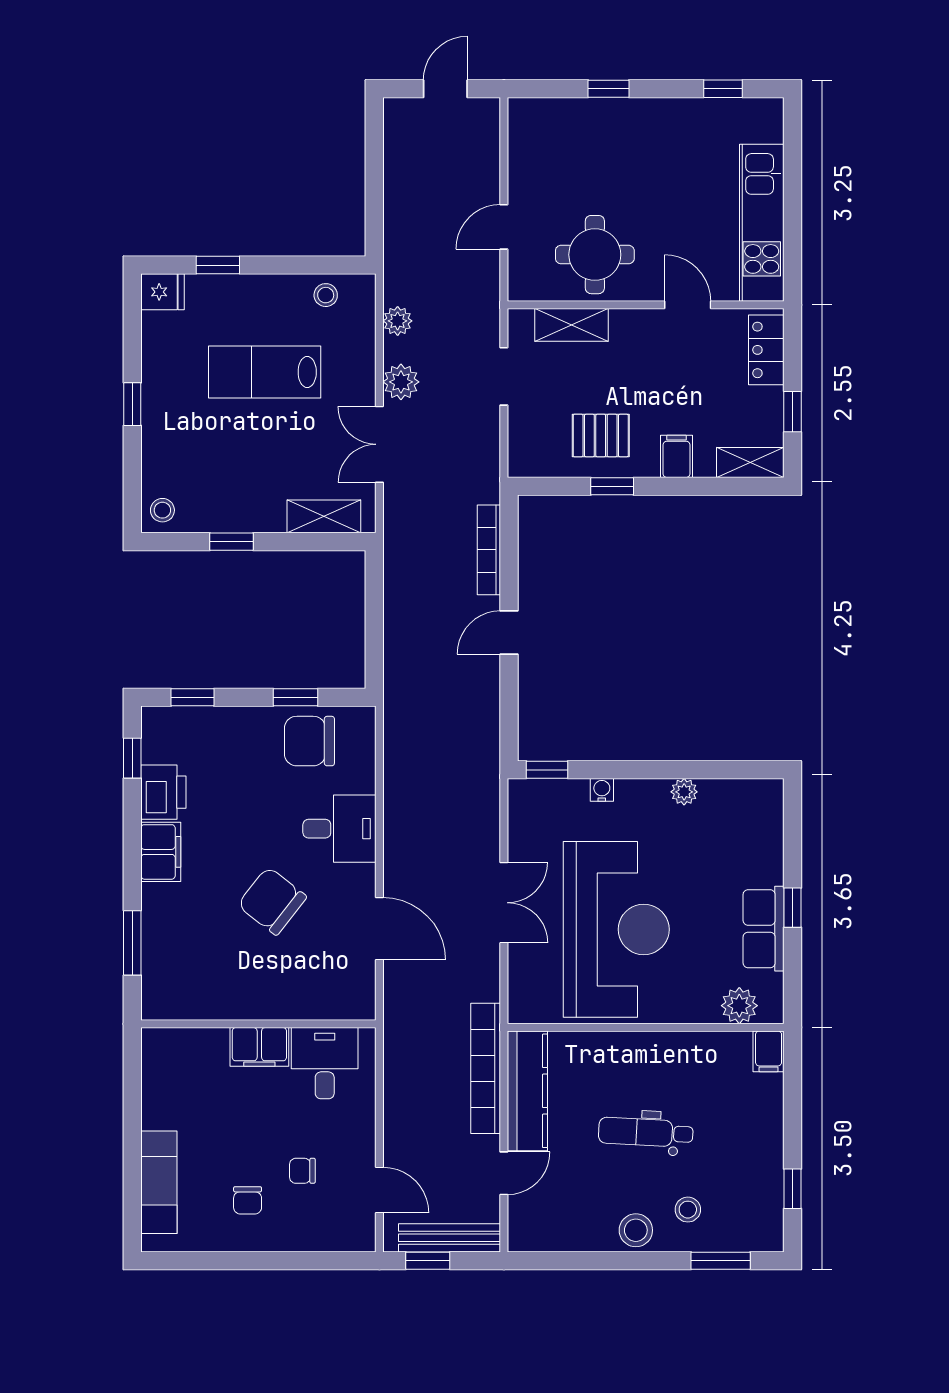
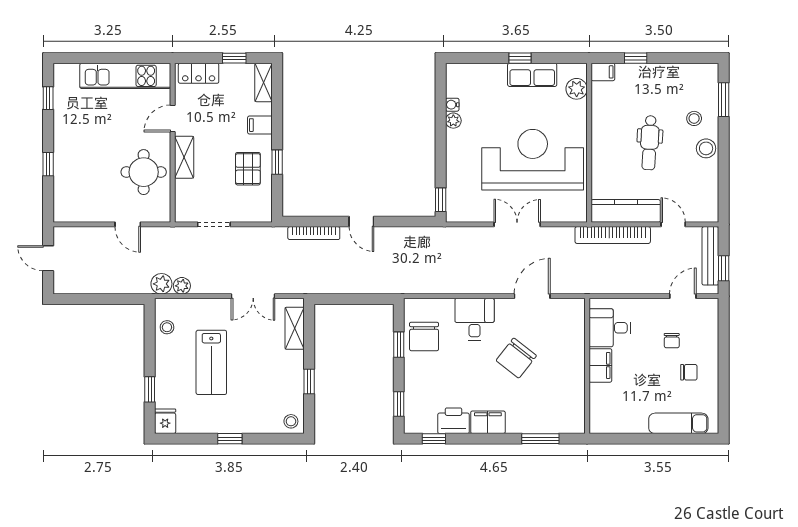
shelving: (571, 325) -> (184, 157), moved
plant: (401, 382) -> (161, 284), moved
water cooler: (602, 790) -> (452, 105), moved
window: (793, 1189) -> (636, 58), moved

